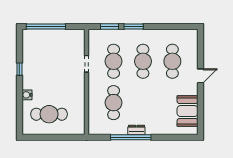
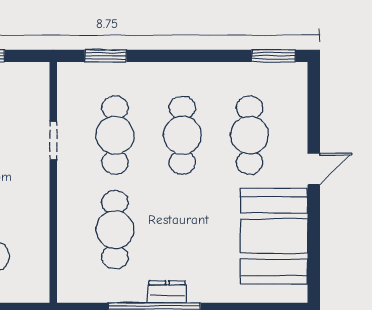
window: (134, 27) -> (273, 56), moved
booth: (187, 111) -> (274, 236), width x1.36, depth x1.42

